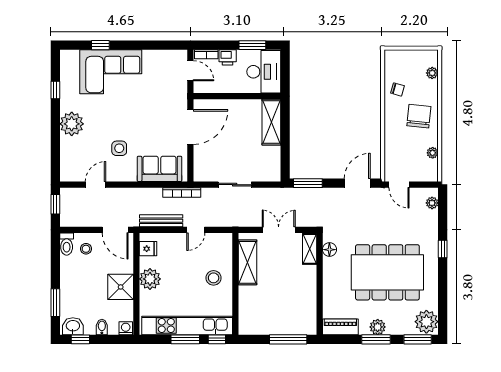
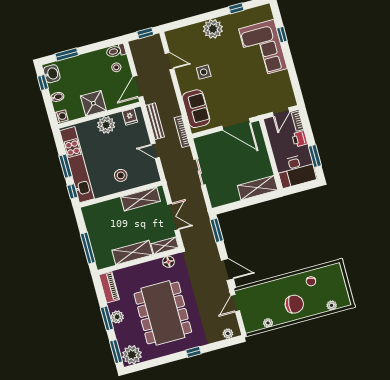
shelving: (307, 289) -> (132, 253), added

